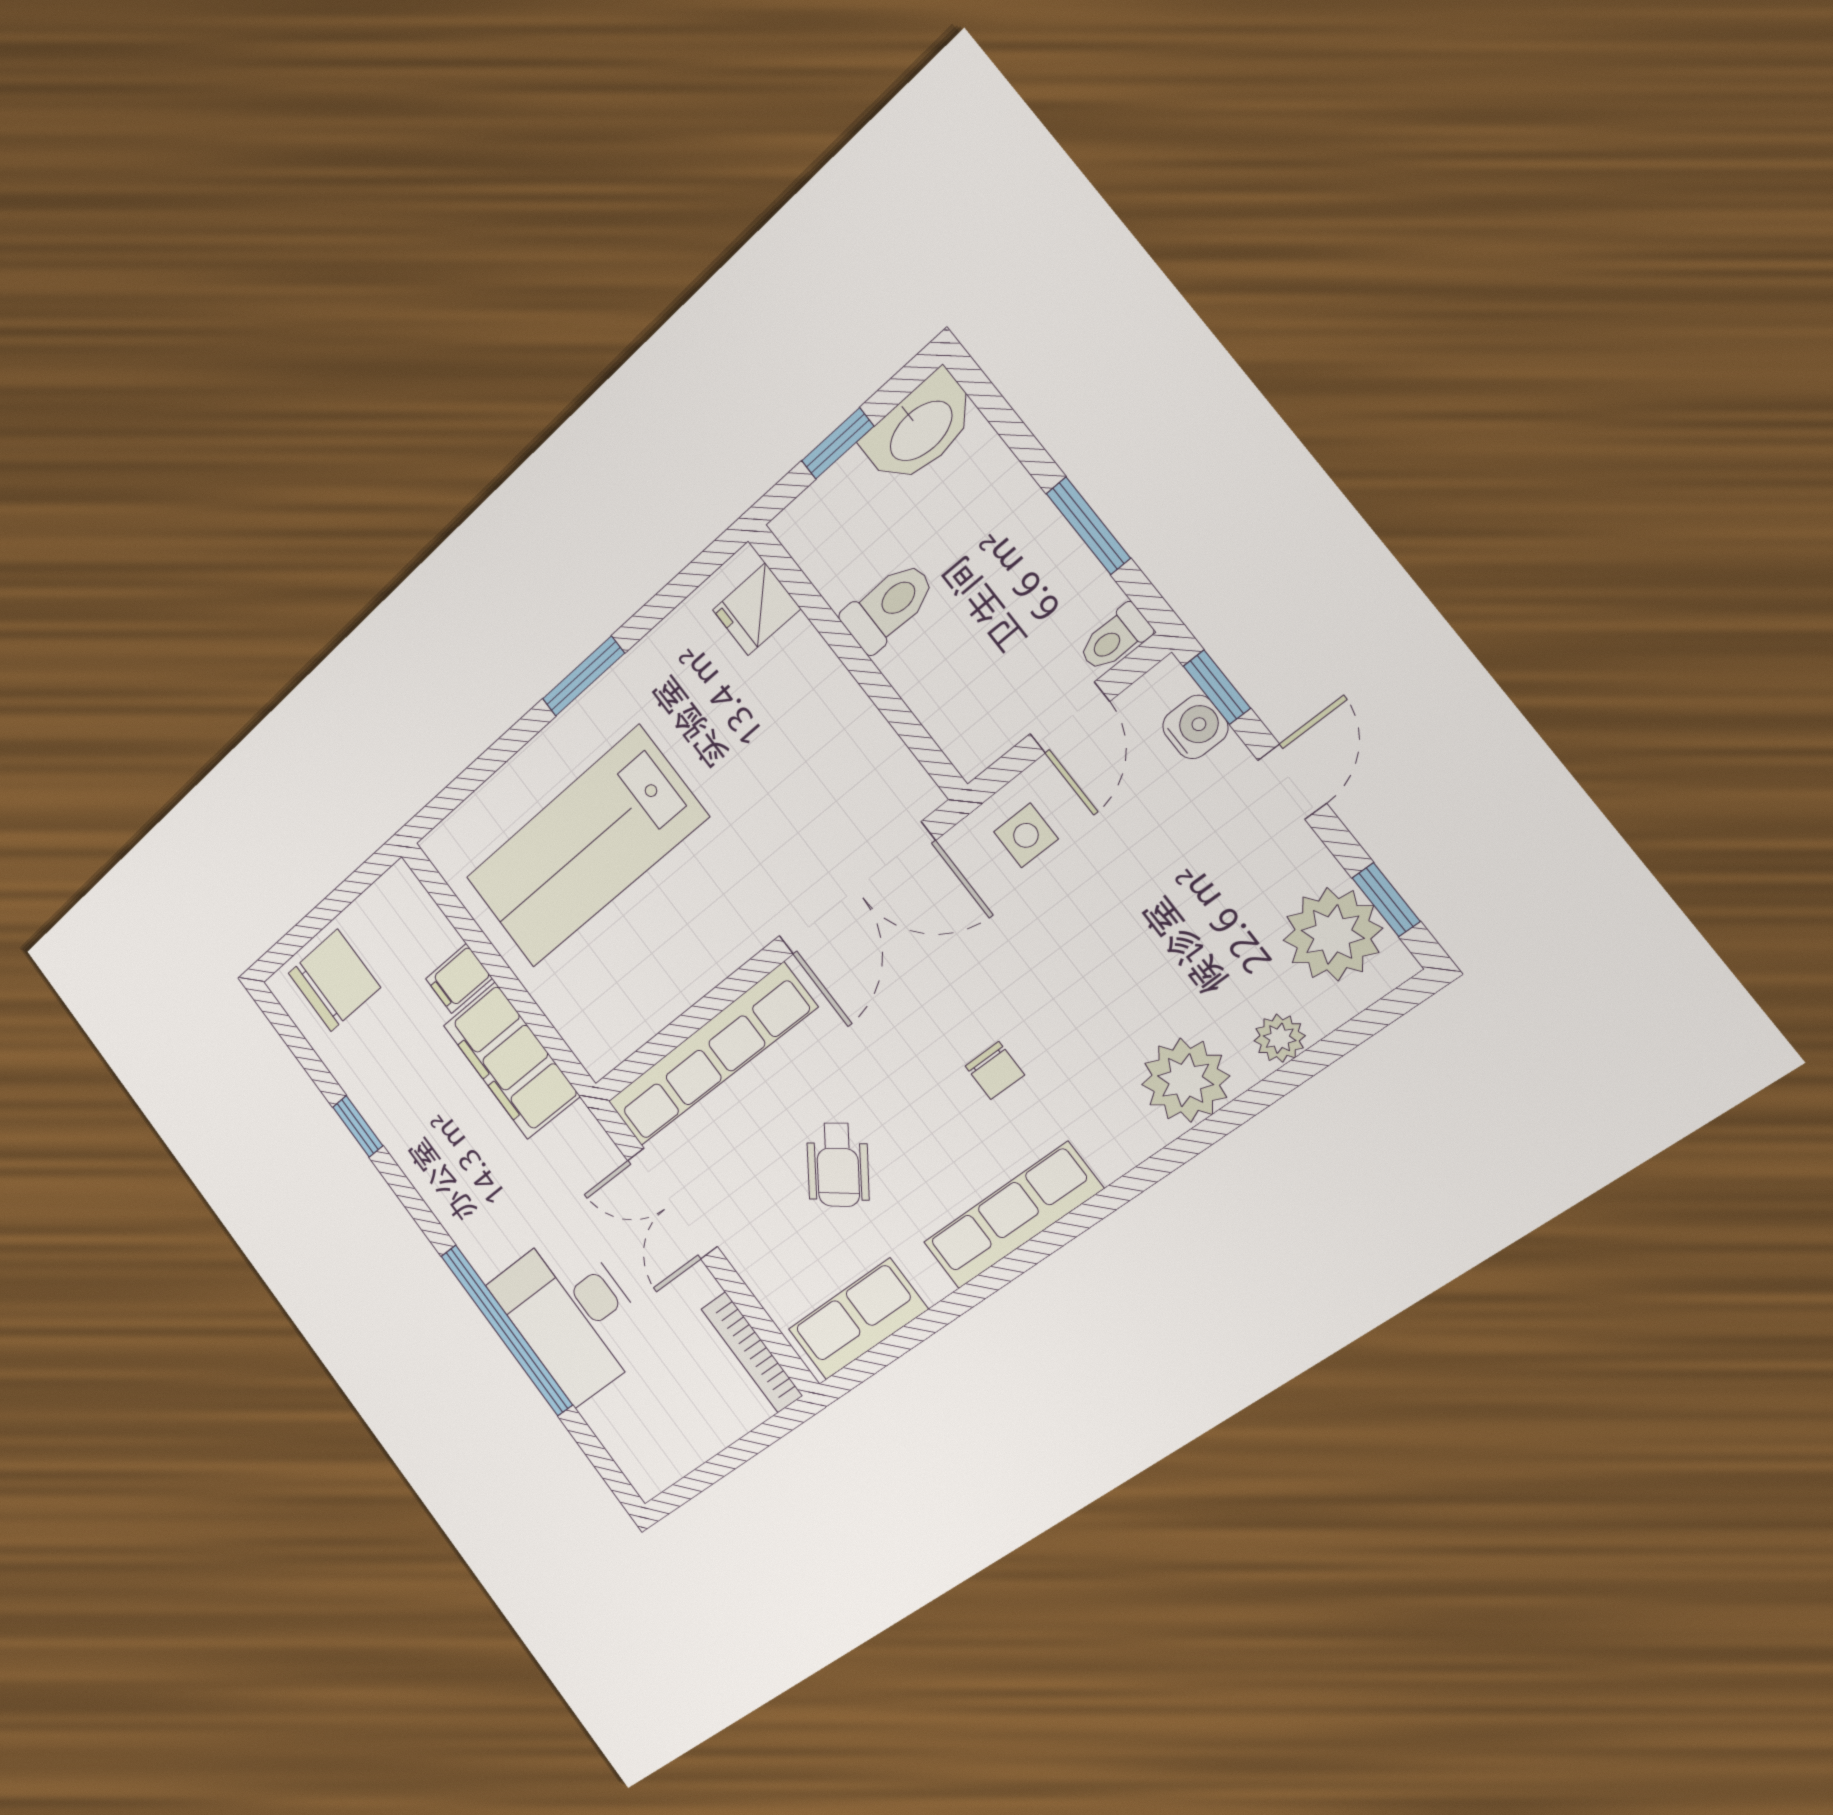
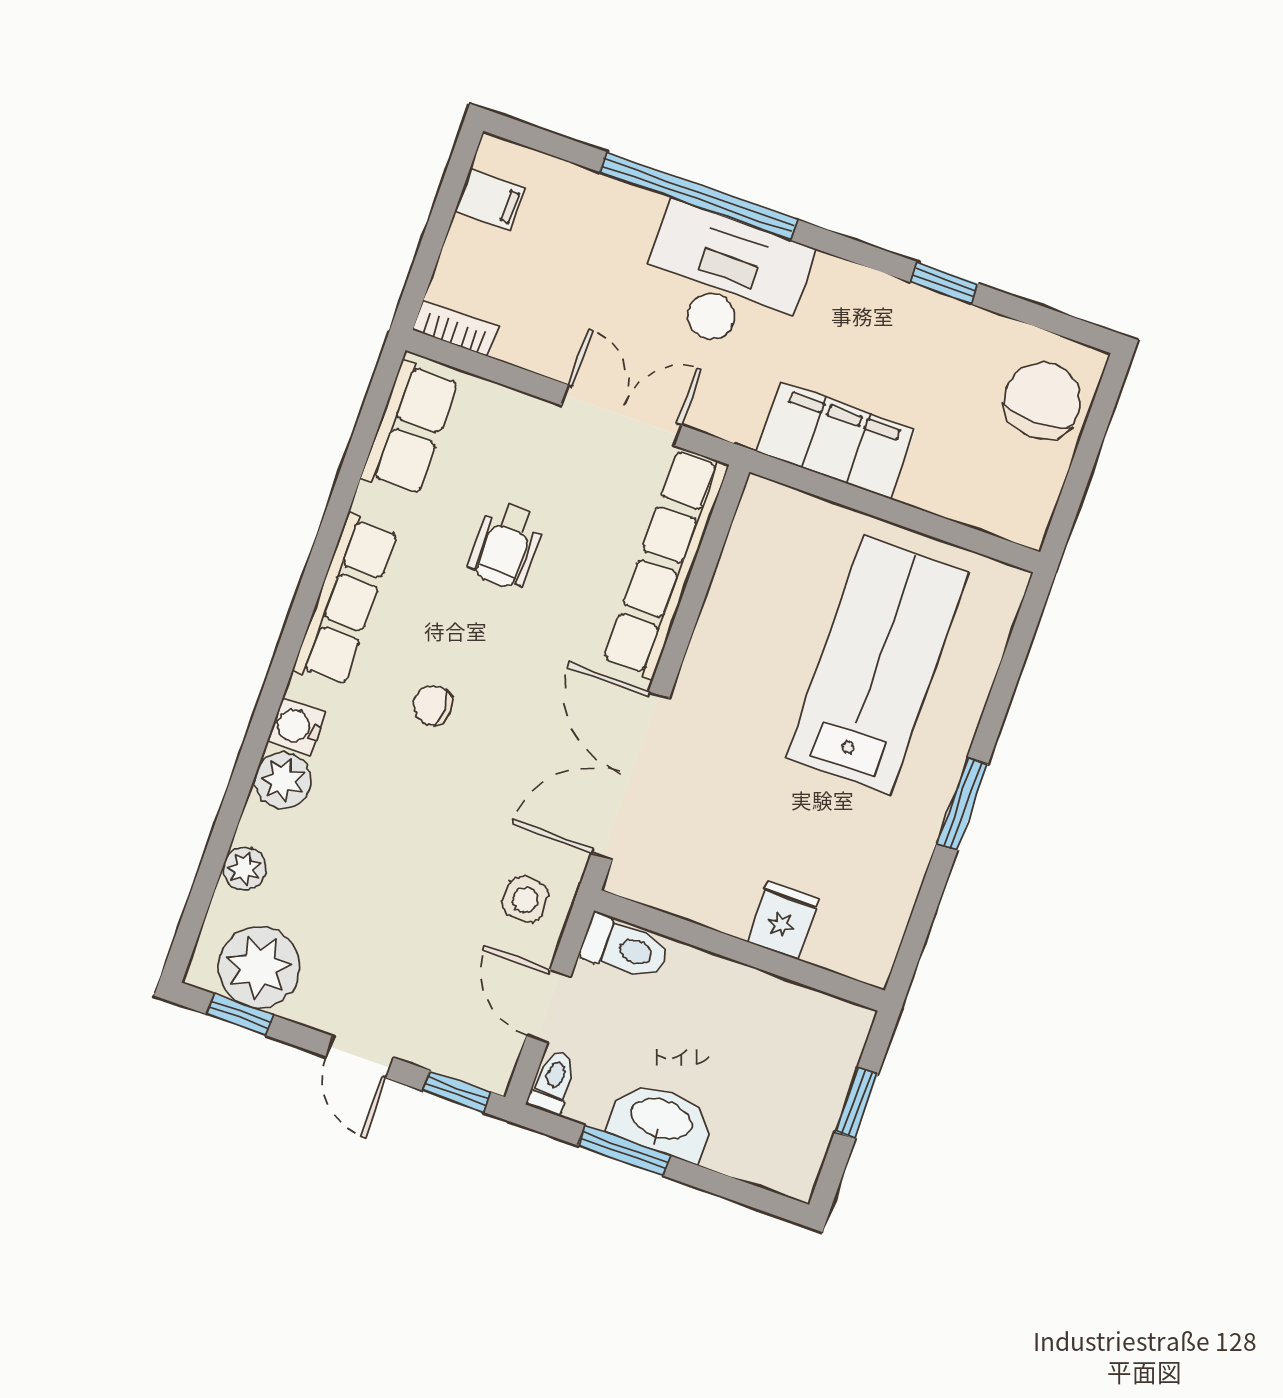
washbasin: (920, 429) -> (661, 1121), moved, turned 90
toilet: (888, 606) -> (625, 948), moved, turned -90
fridge: (757, 609) -> (783, 920), moved
water cooler: (1195, 727) -> (297, 727), moved, turned 90
filing cabinet: (459, 978) -> (490, 200), moved, turned 90
chair: (334, 980) -> (1042, 401), turned 180
plant: (1186, 1080) -> (283, 780), width x0.73, depth x0.73
wheelchair: (838, 1165) -> (506, 545), turned -126
desk: (572, 1315) -> (724, 281), moved
bookcase: (752, 1352) -> (456, 328), width x0.64

